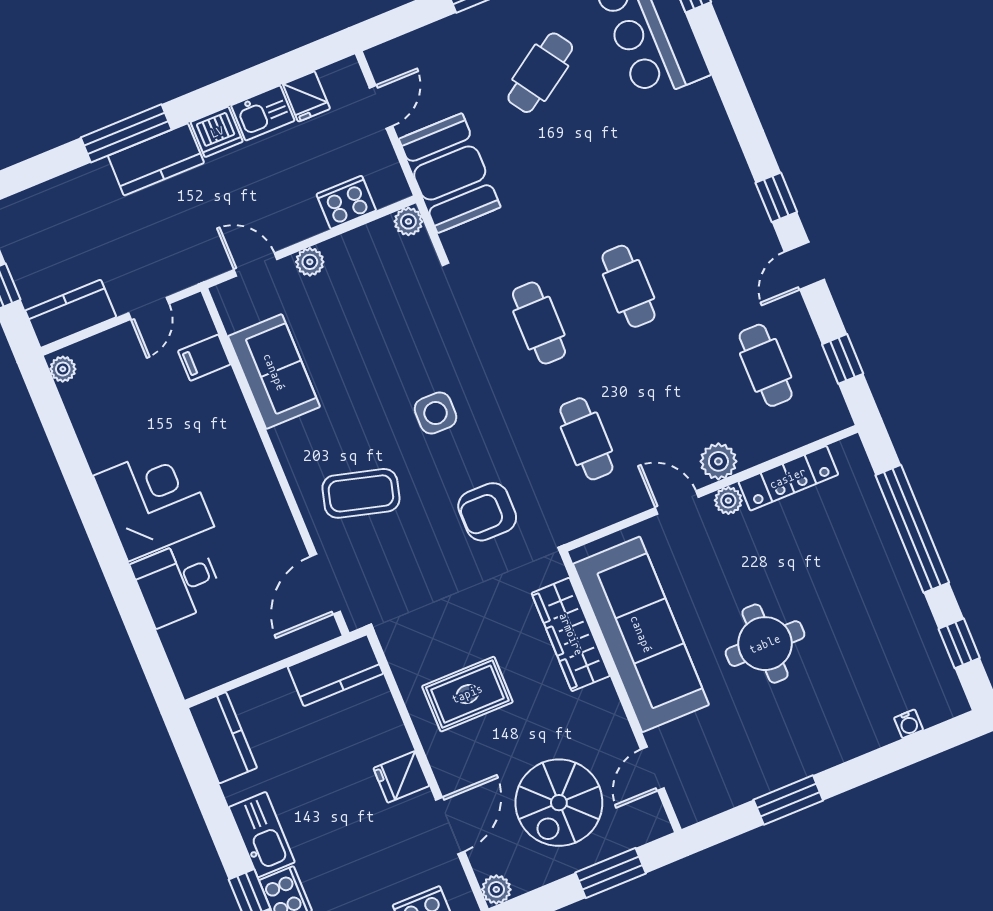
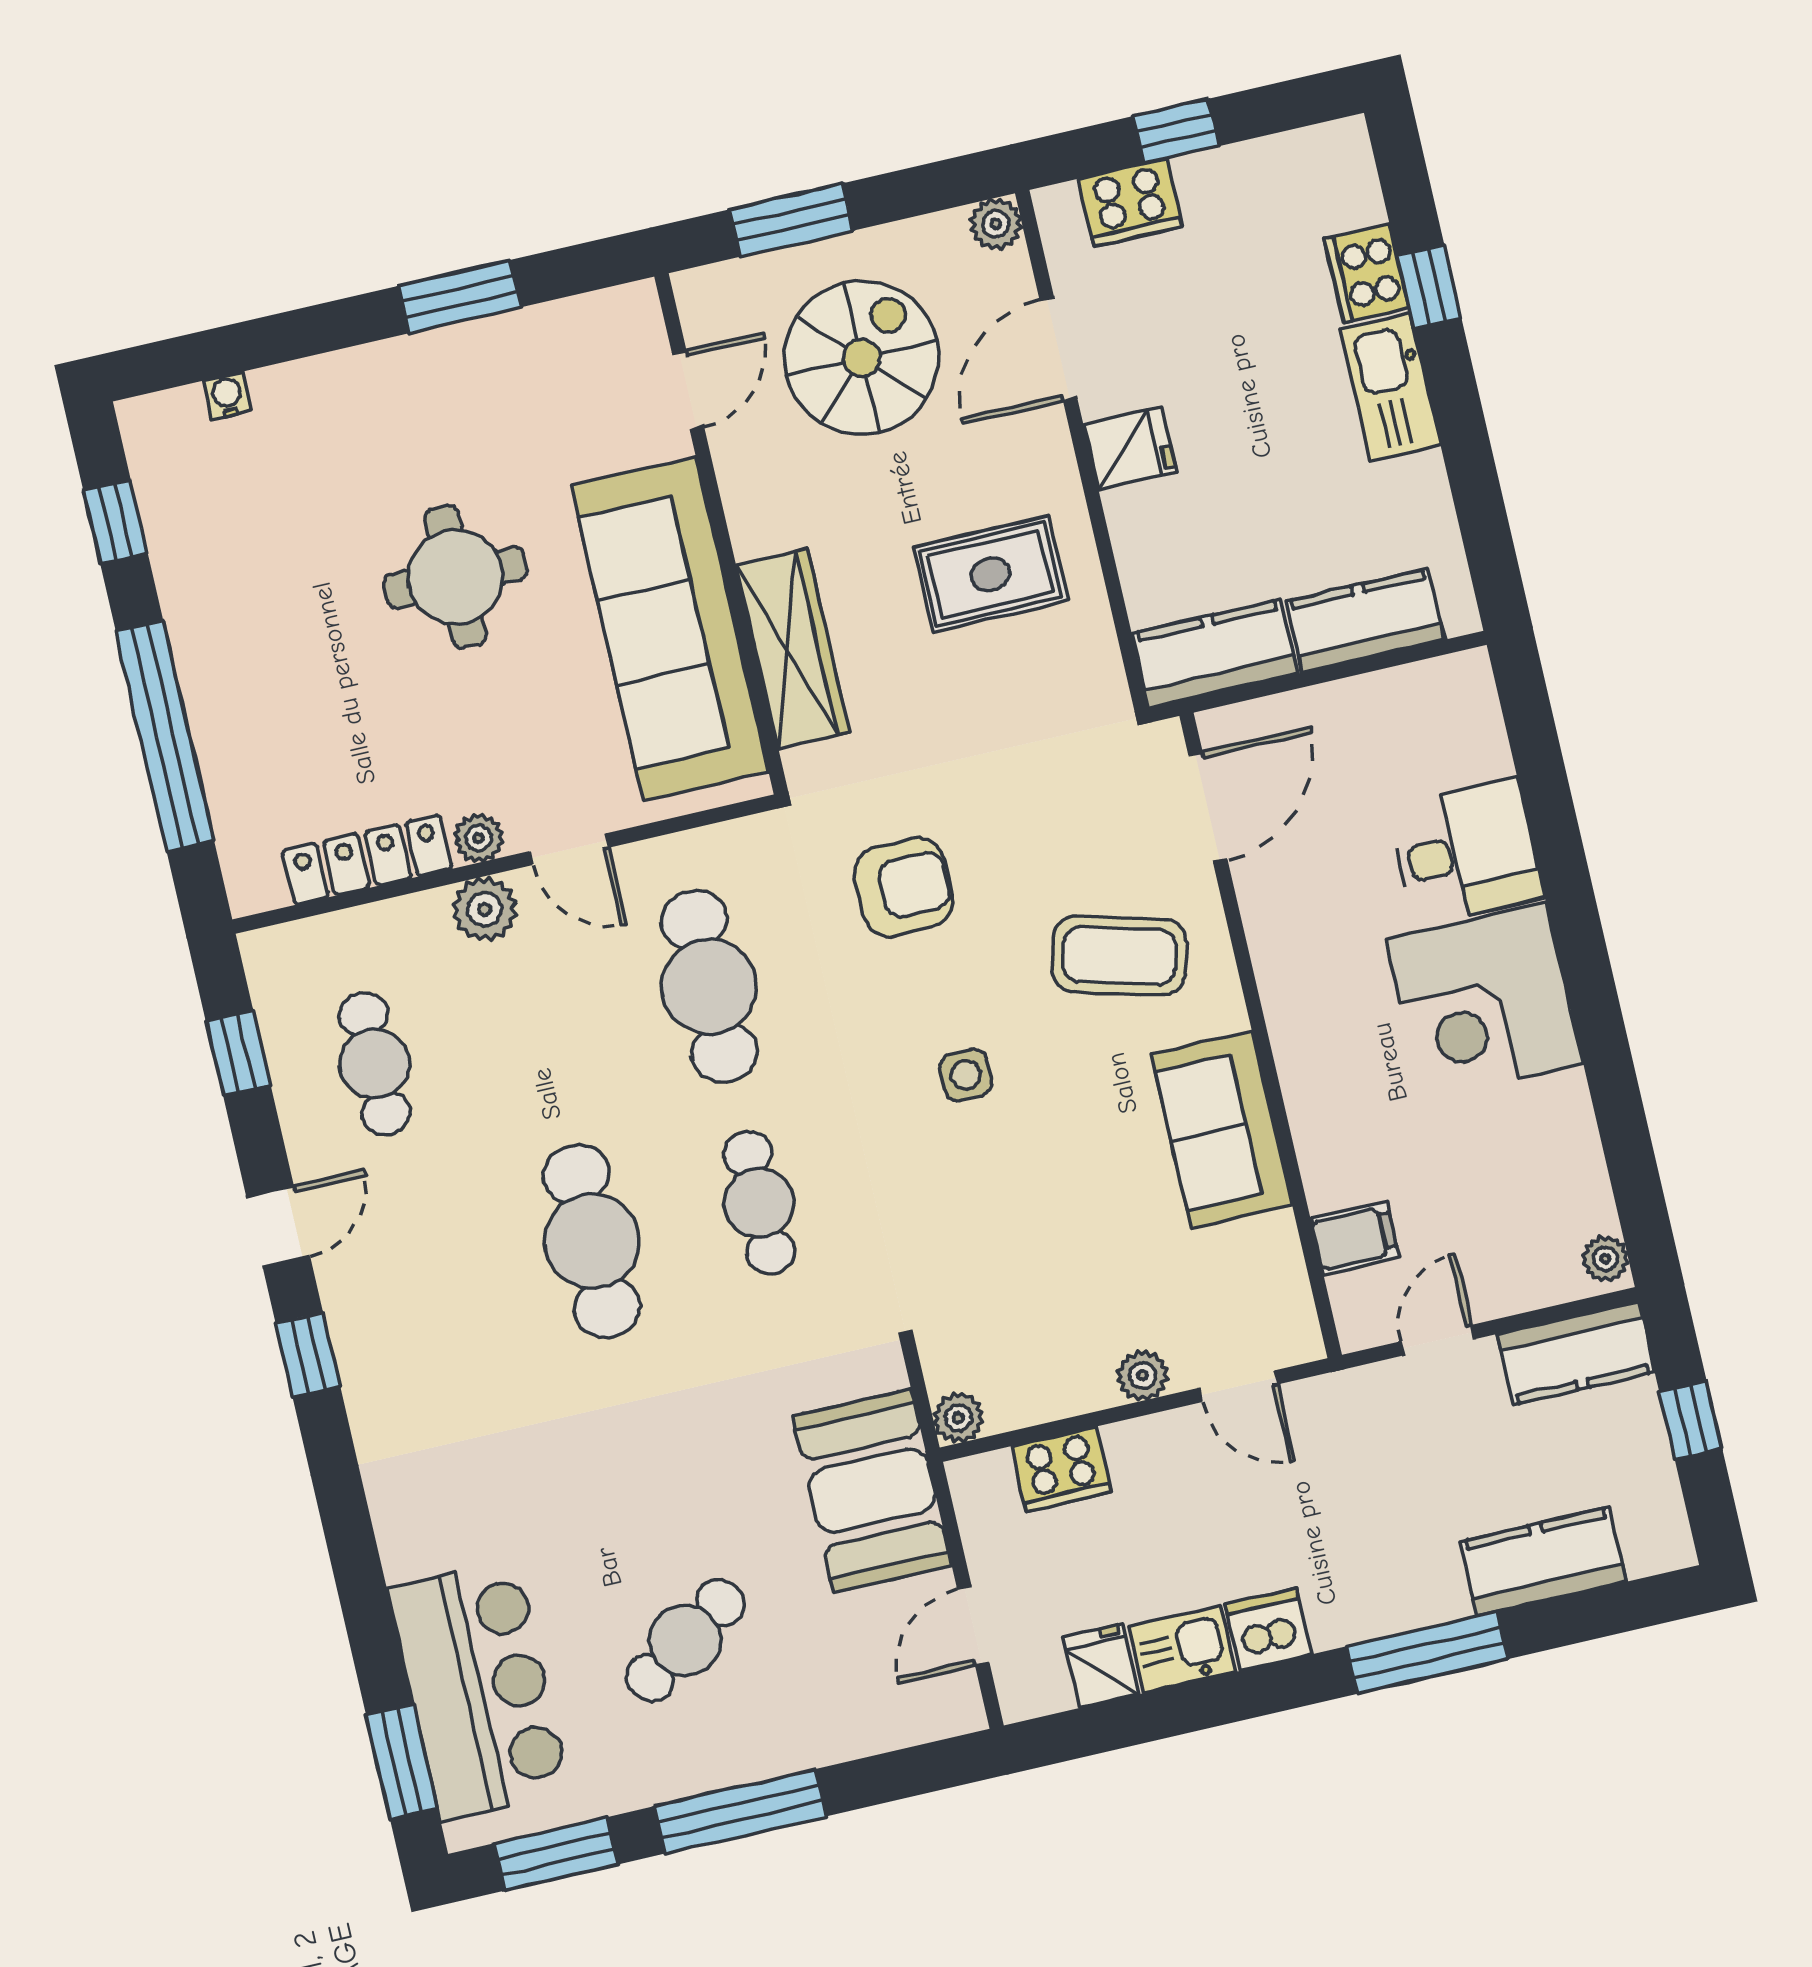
kitchen counter: (156, 159) -> (1543, 1562), moved
cafe table: (629, 286) -> (592, 1241), width x1.37, depth x1.35
sofa: (274, 372) -> (1222, 1129), moved
side table: (436, 413) -> (966, 1075), width x0.73, depth x0.73
cafe table: (586, 439) -> (709, 986), width x1.37, depth x1.35
kitchen counter: (222, 738) -> (1365, 621), moved, turned 90

